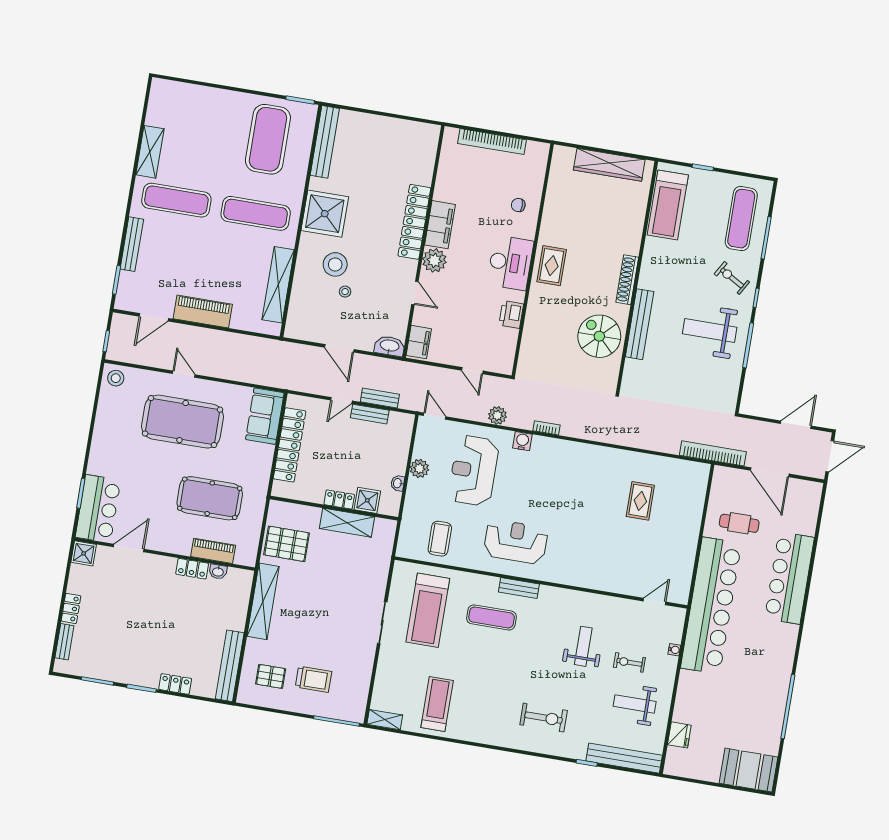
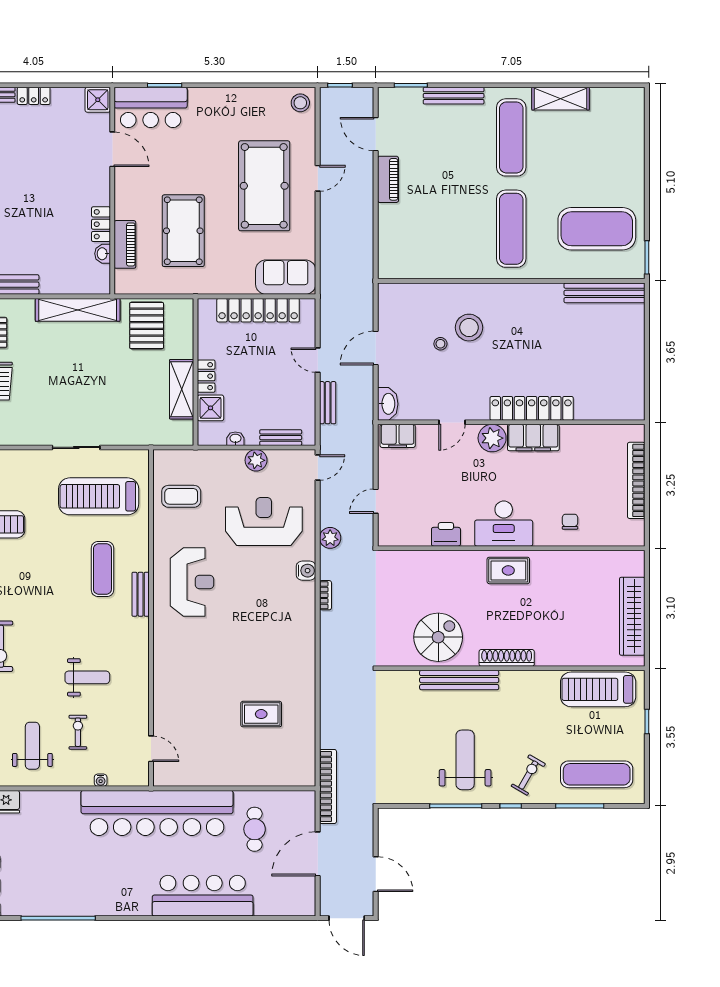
shower: (325, 214) -> (524, 306), removed
shelving: (278, 285) -> (436, 267), removed
piano: (203, 311) -> (388, 179), width x0.73, depth x0.75
bench: (370, 414) -> (281, 438), moved, turned 90

